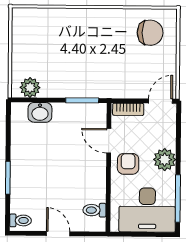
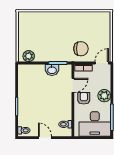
chair: (150, 33) -> (81, 49), moved
washbasin: (40, 112) -> (52, 70), moved
door: (109, 141) -> (73, 85), swing flipped

